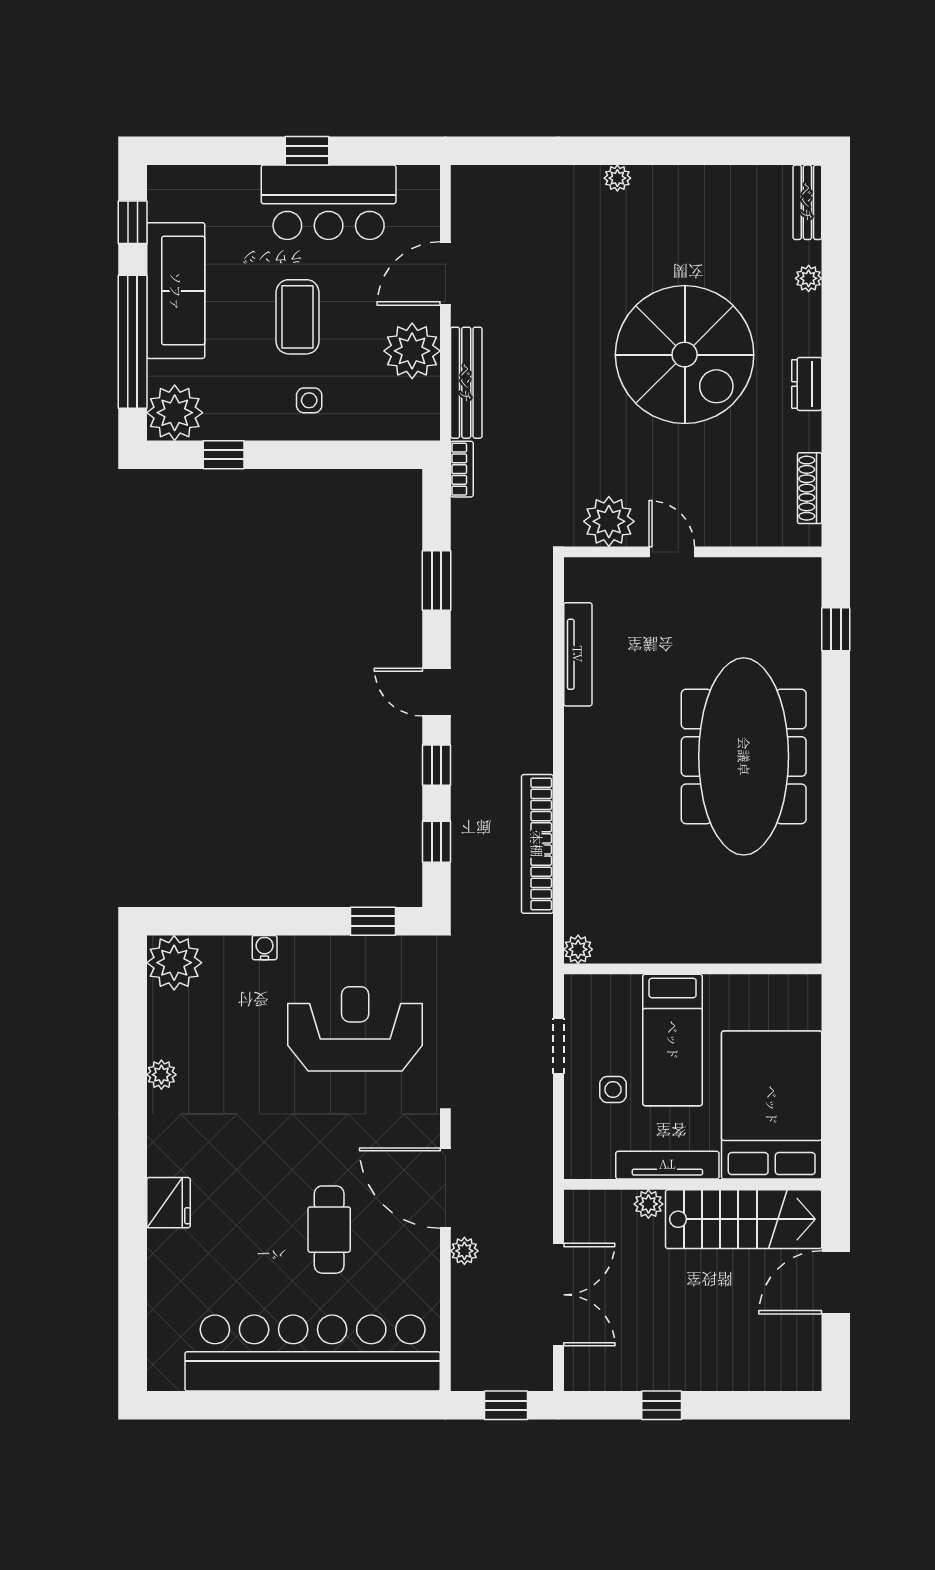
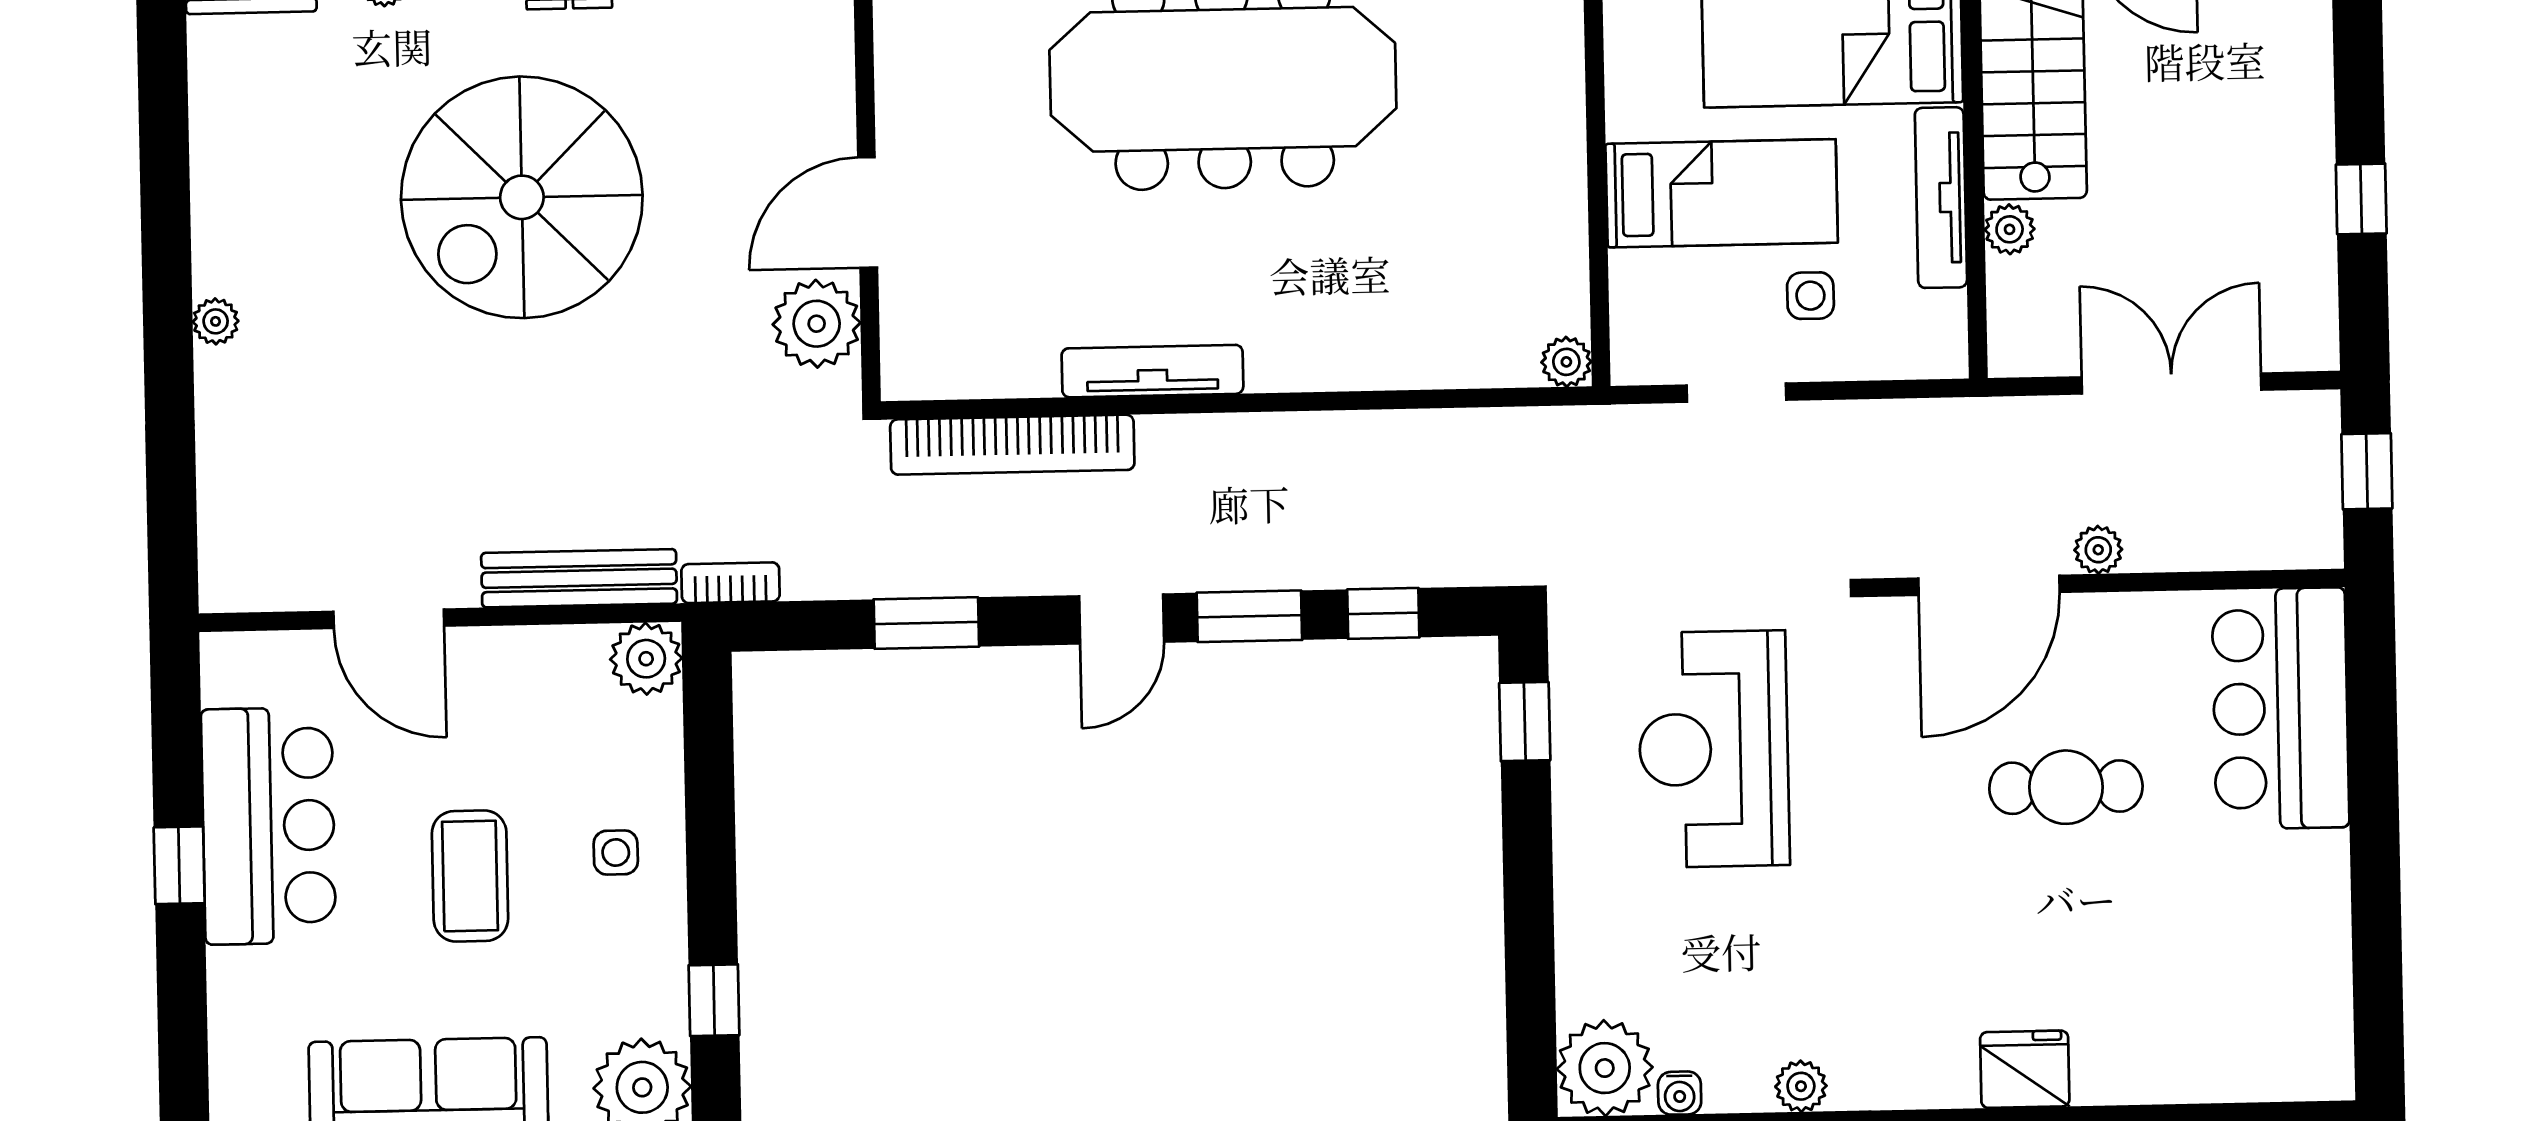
coffee table: (297, 317) -> (470, 876), turned 90
plant: (412, 351) -> (646, 659), moved, width x0.73, depth x0.73
spiral stairs: (685, 355) -> (522, 197), turned 180
door: (672, 552) -> (868, 212), width x1.38
tv unit: (578, 654) -> (1152, 371), moved
window: (437, 765) -> (1249, 616), width x1.50
bookcase: (537, 844) -> (1012, 445), moved
water cooler: (265, 948) -> (1680, 1093), moved, turned -90
bar counter: (313, 1353) -> (2280, 708), width x0.54

